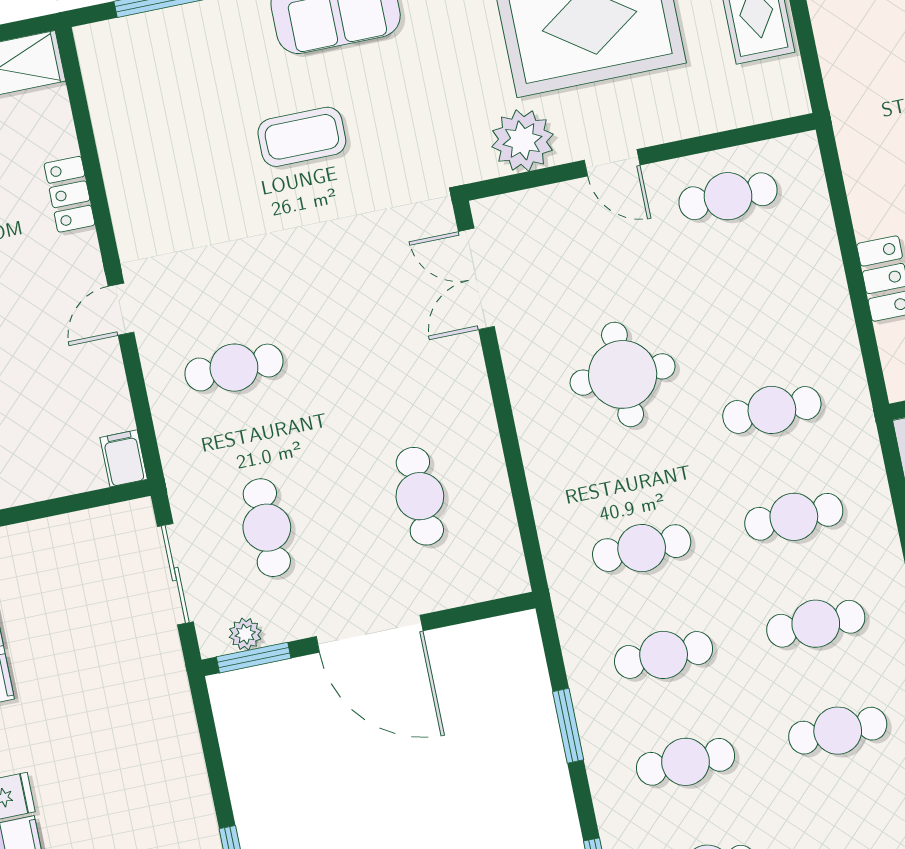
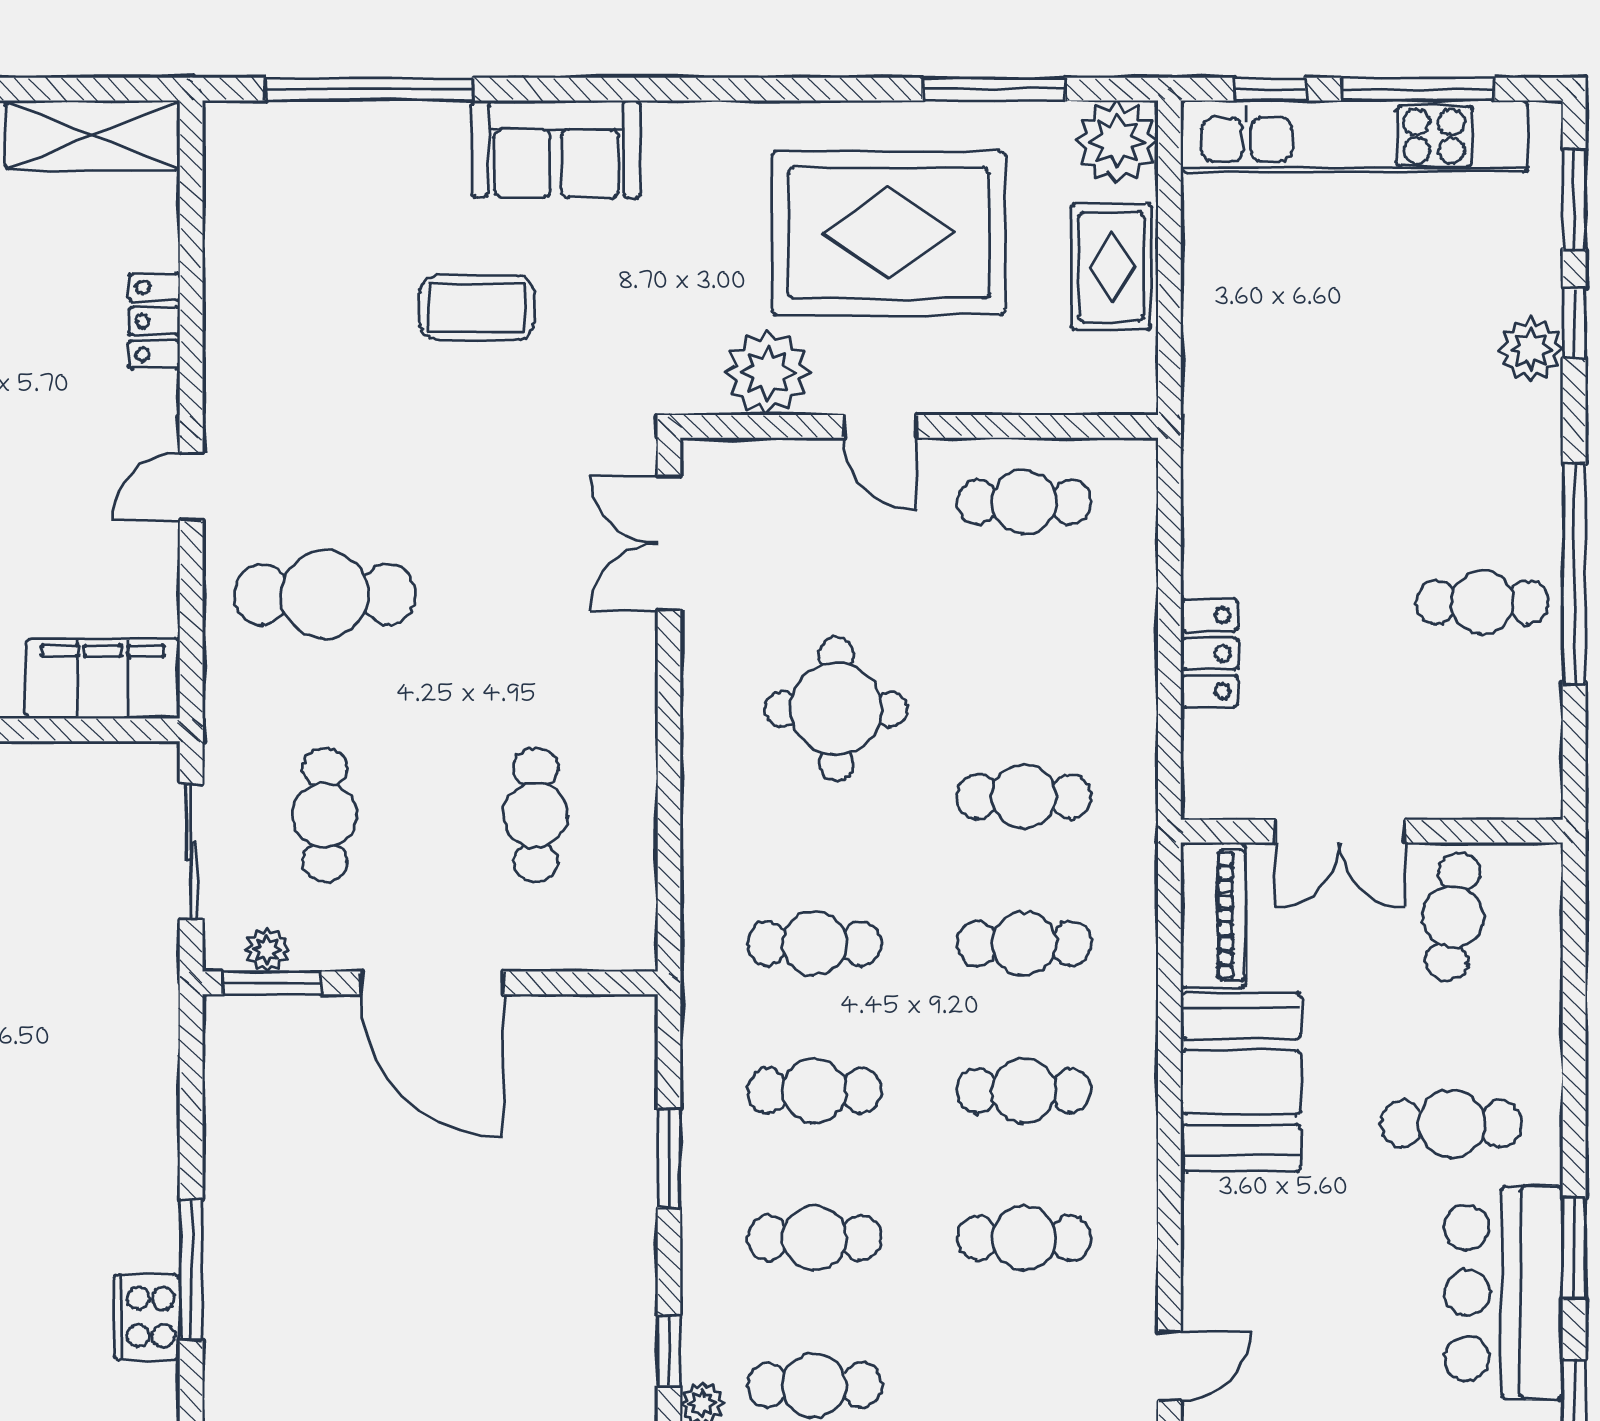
cafe table: (234, 368) -> (325, 594), width x1.37, depth x1.35
filing cabinet: (124, 458) -> (103, 679), width x3.00, depth x1.17

